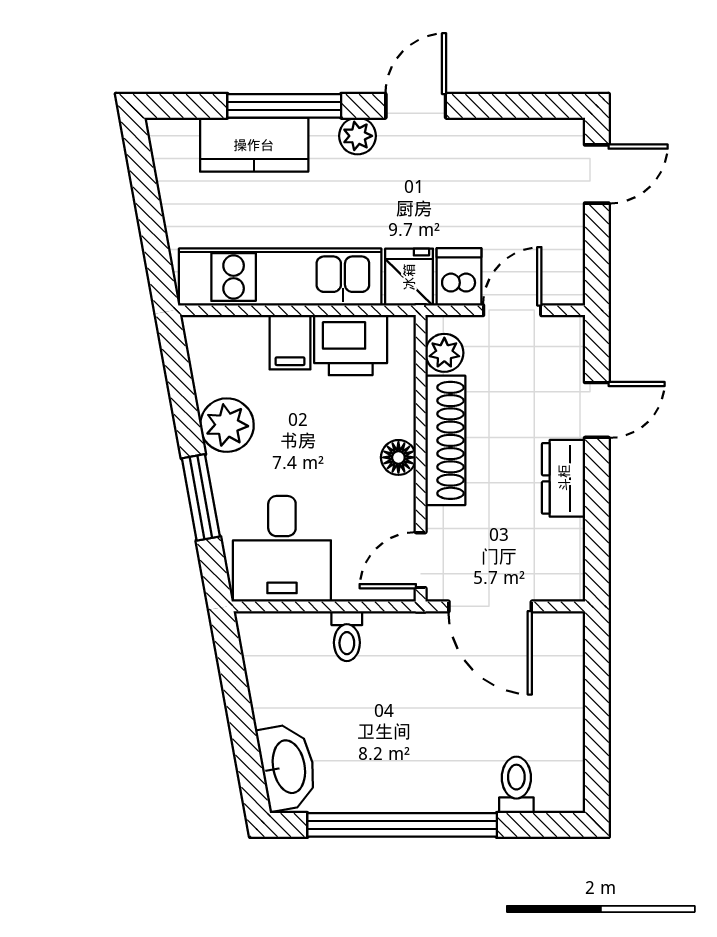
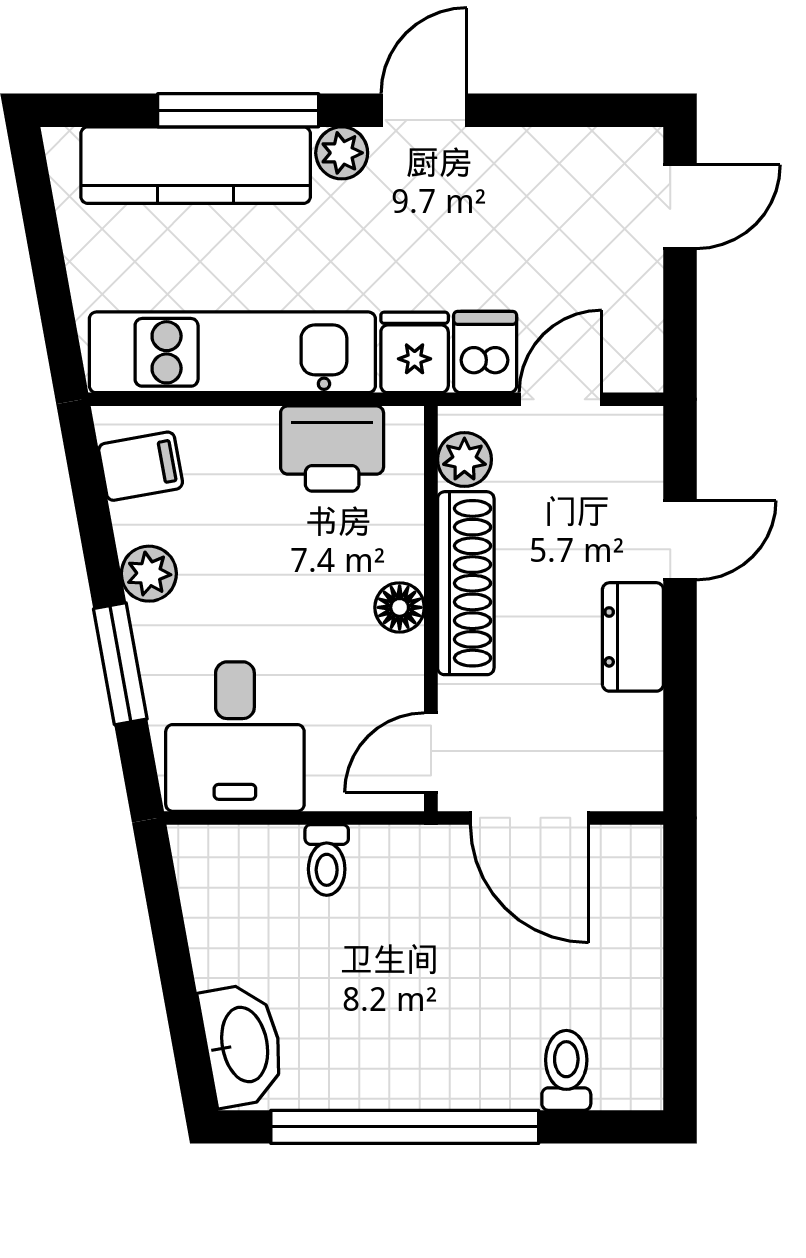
kitchen counter: (254, 145) -> (196, 165), width x1.50
filing cabinet: (290, 342) -> (141, 466), moved, turned -100
plant: (227, 425) -> (149, 574), width x0.73, depth x0.73

